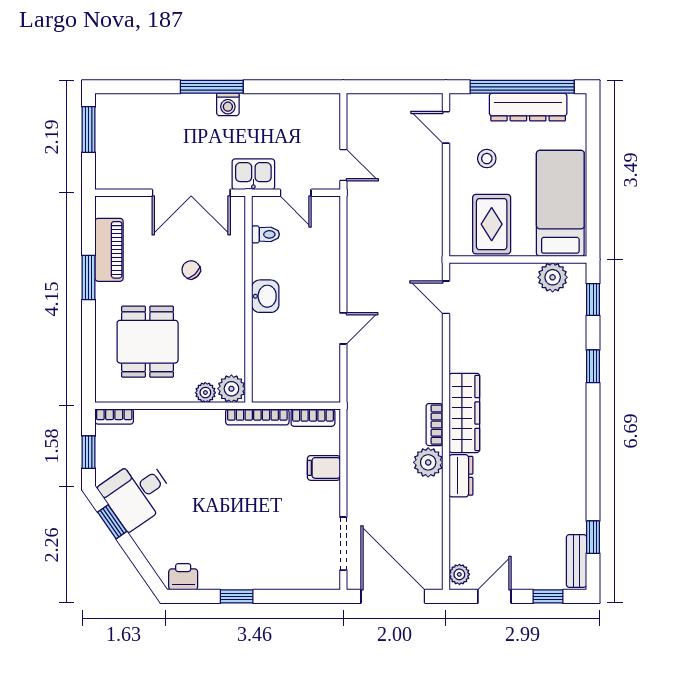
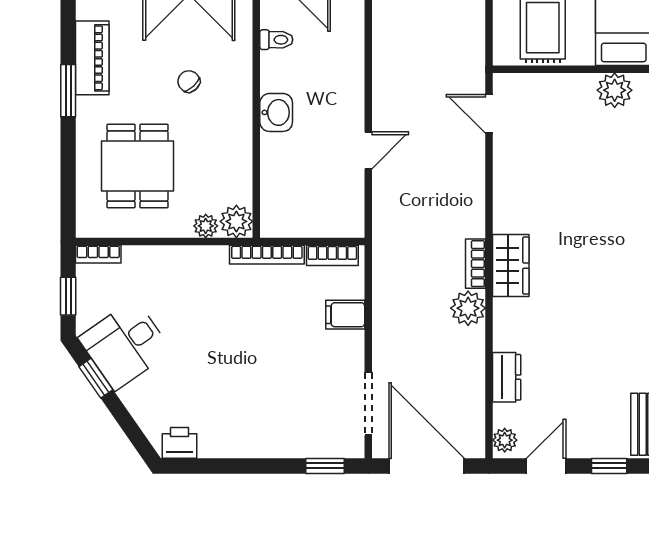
wardrobe: (464, 413) -> (511, 266), width x0.67
dresser: (461, 476) -> (507, 377), moved
window: (237, 596) -> (325, 466), moved

